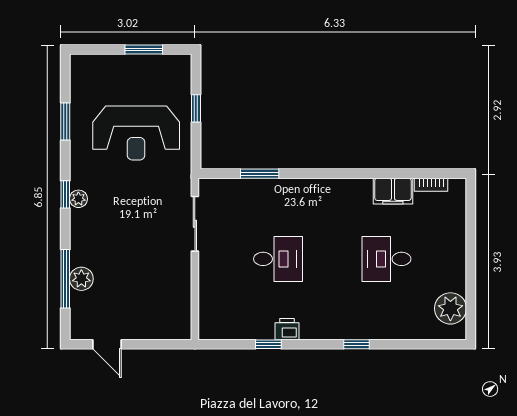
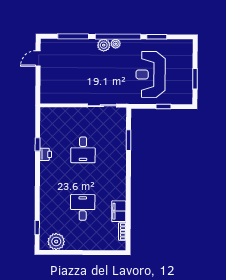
window: (65, 194) -> (118, 37), width x3.17
plant: (81, 279) -> (104, 45), moved
window: (357, 344) -> (37, 228), moved

